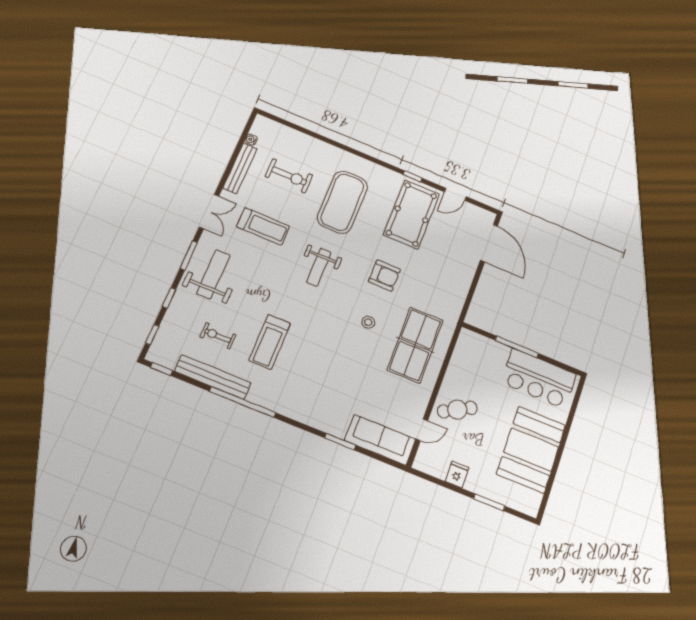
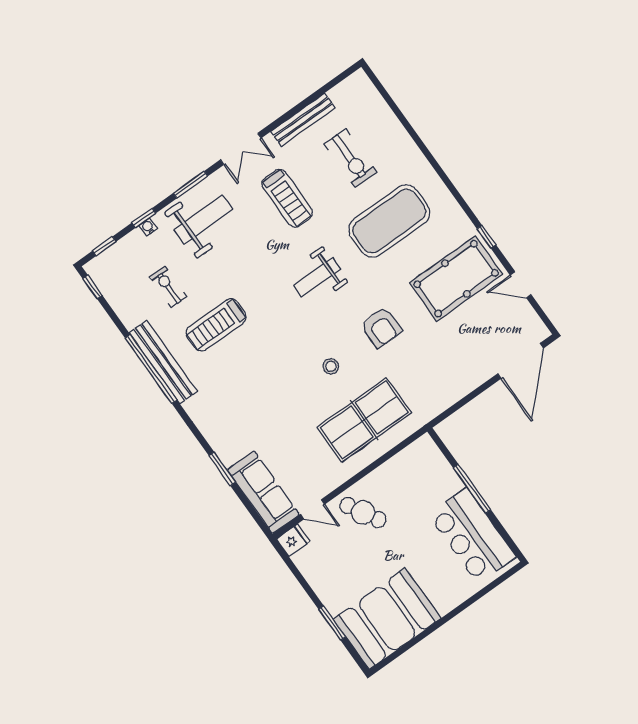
water cooler: (251, 140) -> (148, 227), moved
bench: (213, 377) -> (163, 362), moved
booth: (531, 450) -> (387, 619), moved
fridge: (457, 474) -> (293, 540), moved

